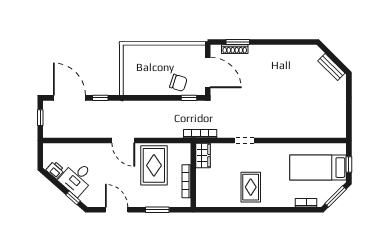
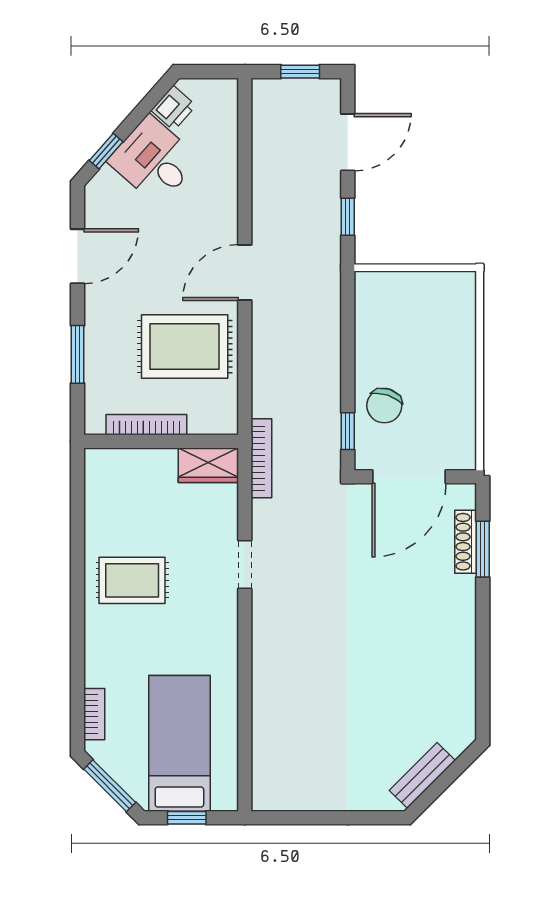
door: (69, 98) -> (348, 142), width x0.73

